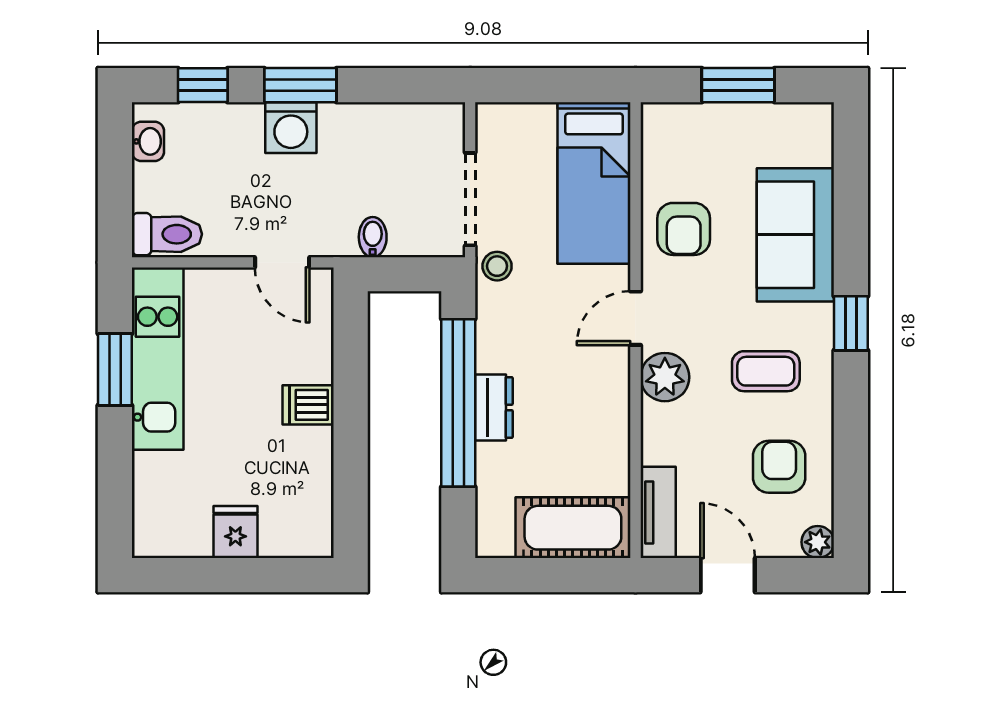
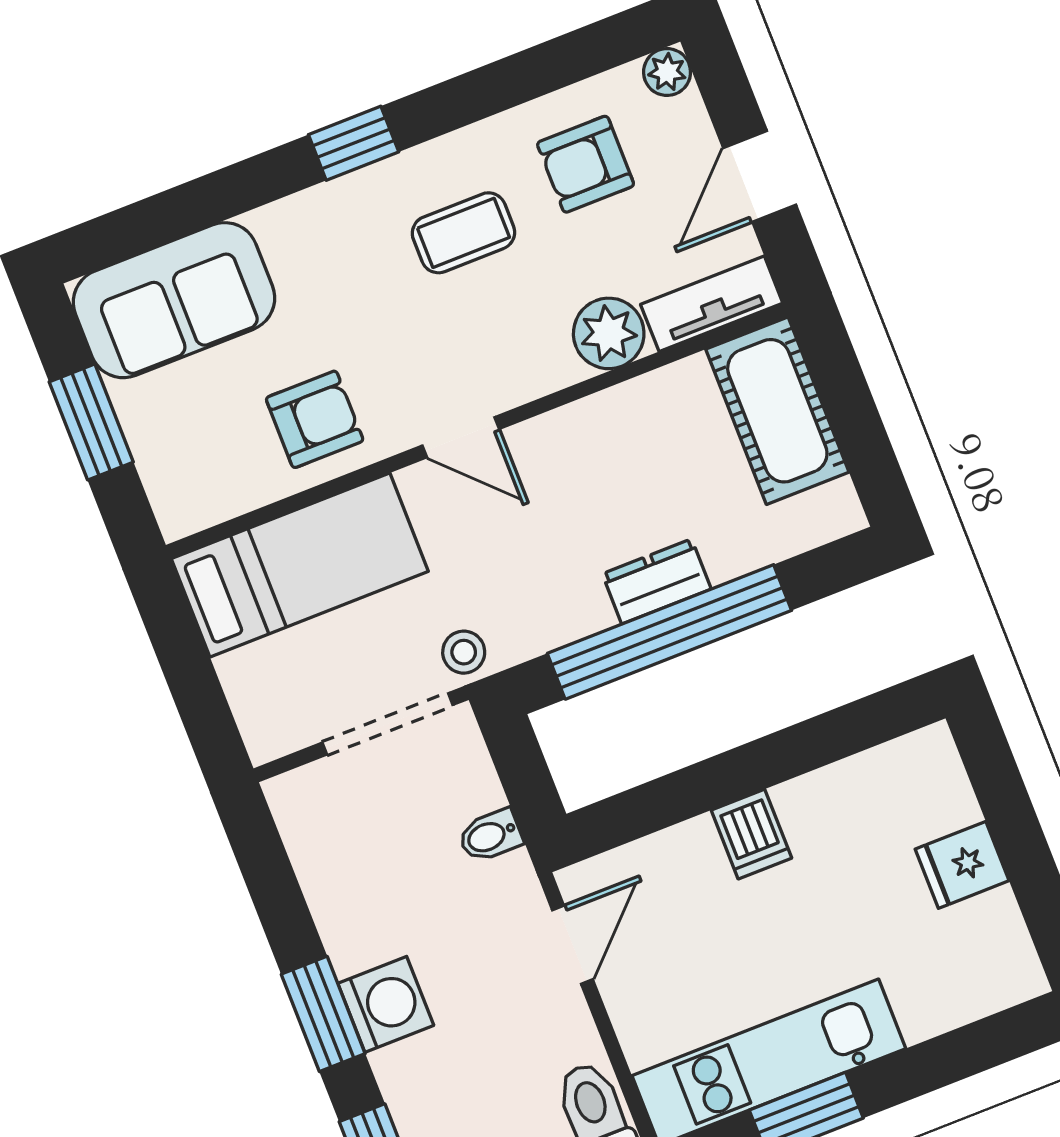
sofa: (795, 235) -> (174, 300), moved
coffee table: (766, 371) -> (463, 233), turned 90
plant: (665, 377) -> (609, 333), moved

